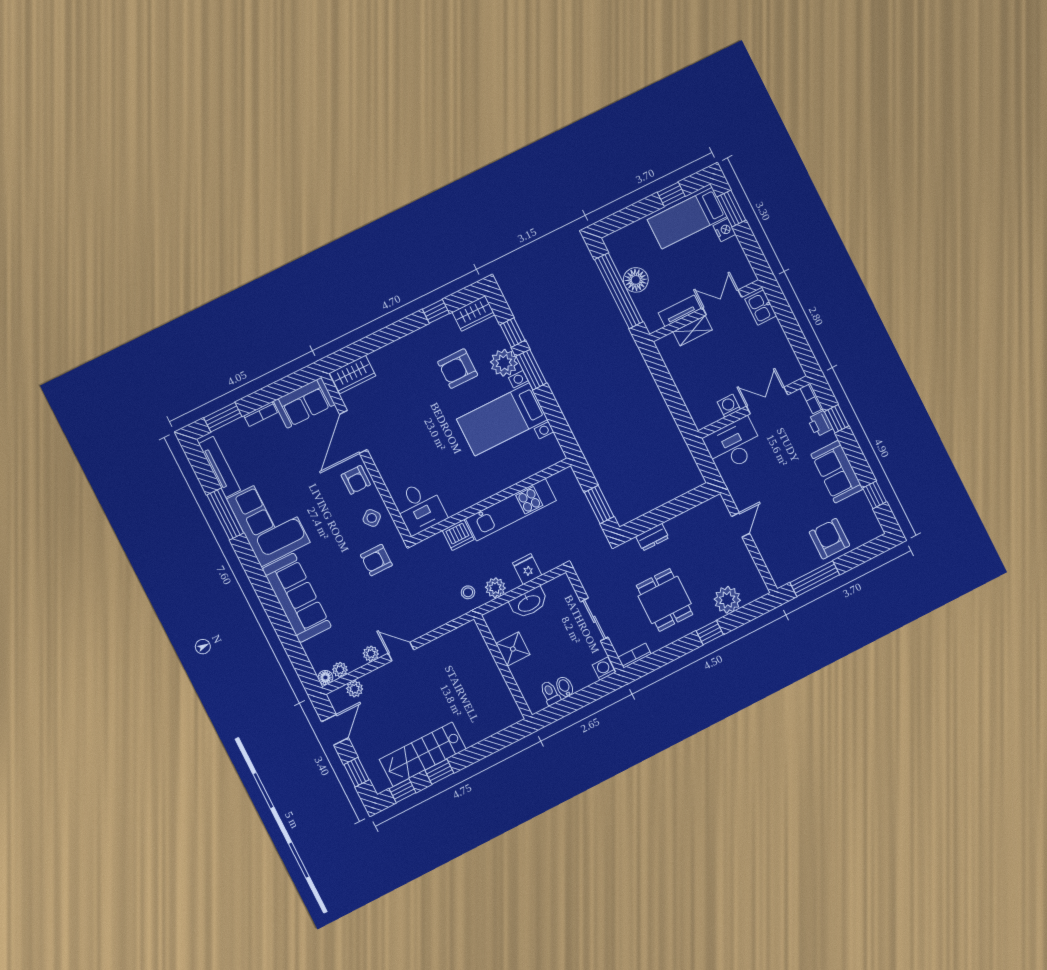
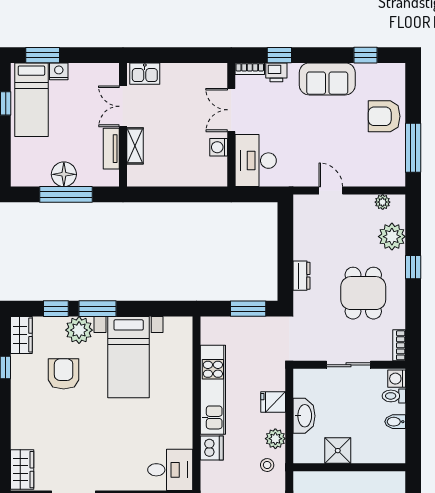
window: (619, 291) -> (66, 194), width x0.68
armchair: (458, 369) -> (64, 374), turned 180
plant: (754, 576) -> (383, 202), added
dining table: (665, 600) -> (363, 293), turned 90
toilet: (550, 693) -> (394, 396), moved

